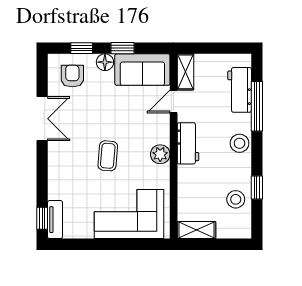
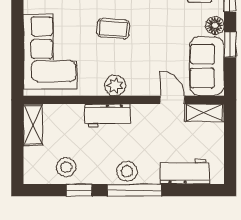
window: (257, 106) -> (134, 190), moved
workbench: (188, 143) -> (107, 115), moved

